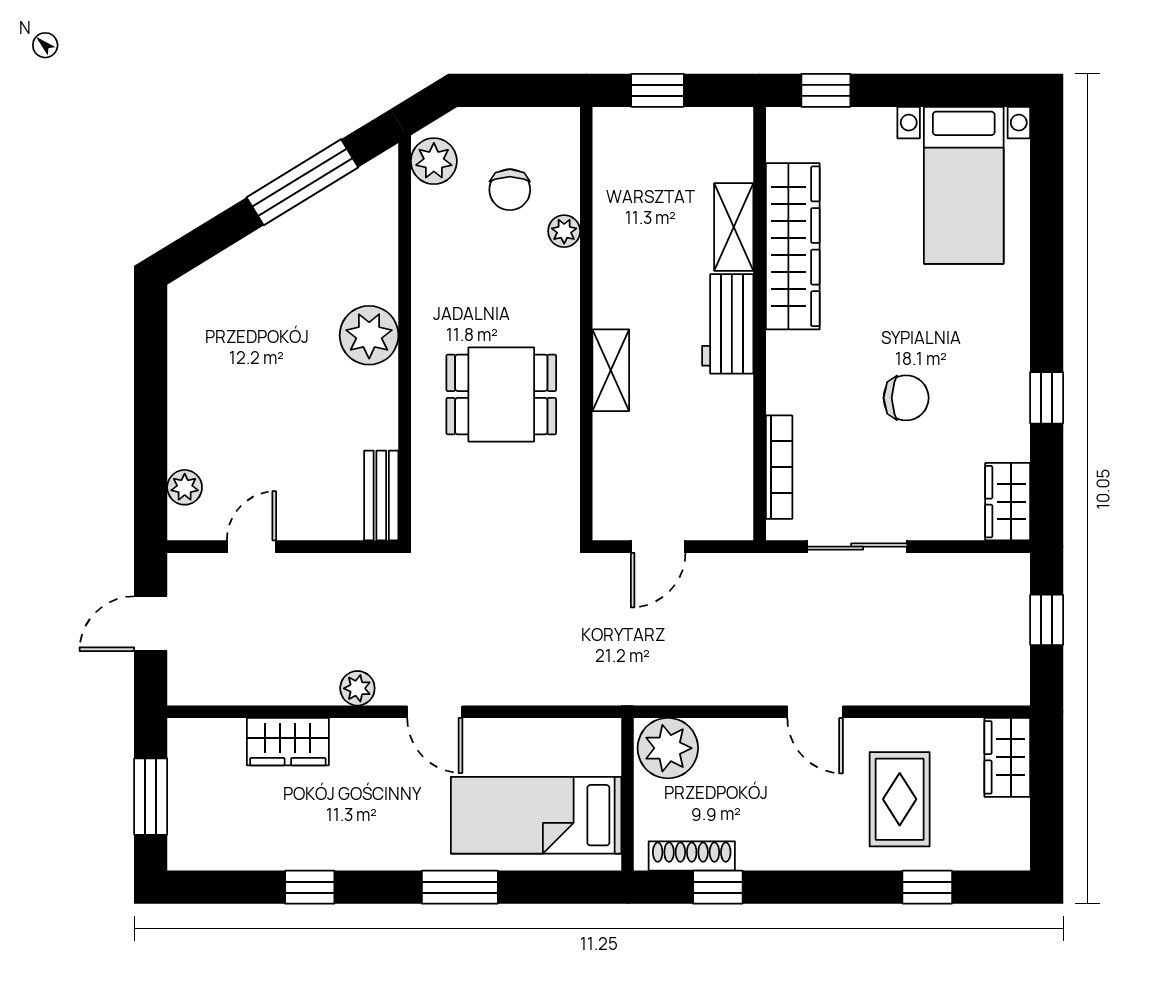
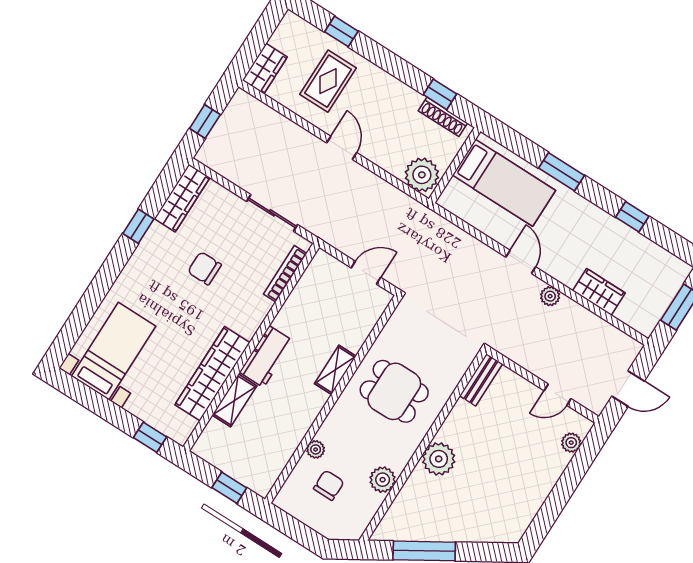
plant: (434, 161) -> (383, 480), moved
wardrobe: (1008, 502) -> (182, 198), width x1.50

